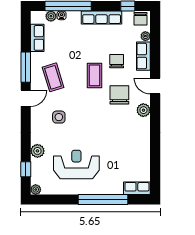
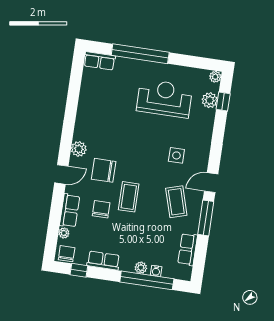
plant: (51, 16) -> (141, 268), moved
row of seats: (102, 18) -> (103, 261), width x0.68
chair: (117, 61) -> (101, 209), turned 180
door: (155, 86) -> (61, 174), hinge flipped
chair: (119, 95) -> (104, 170), turned 90
plant: (37, 151) -> (210, 100), moved
reception desk: (76, 164) -> (164, 98), turned 180

